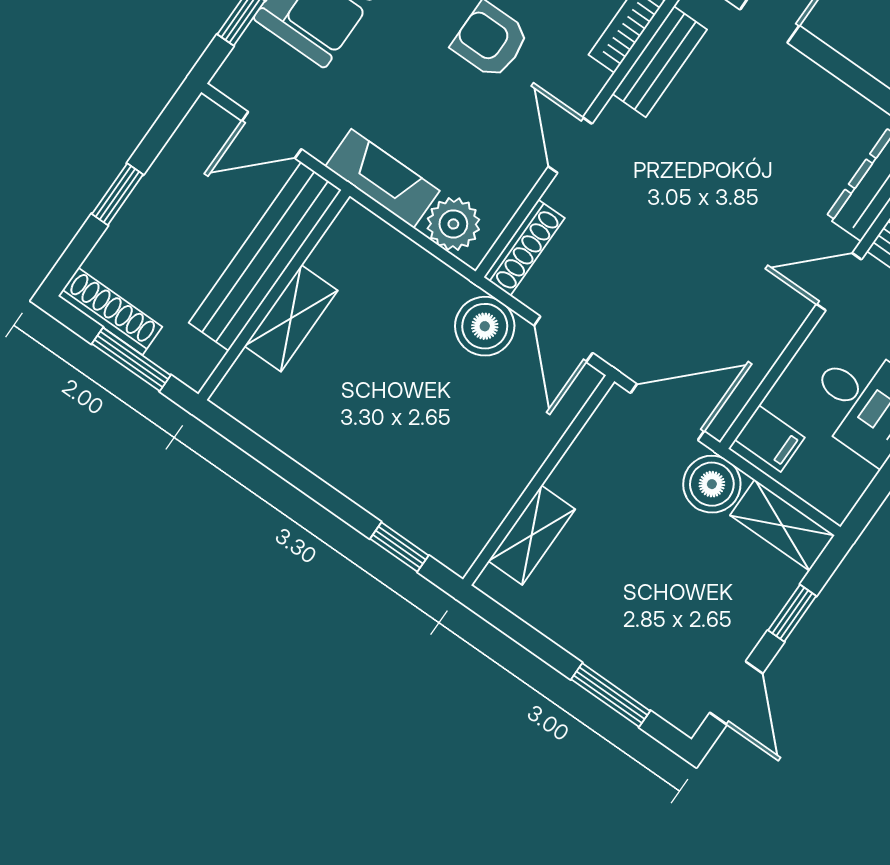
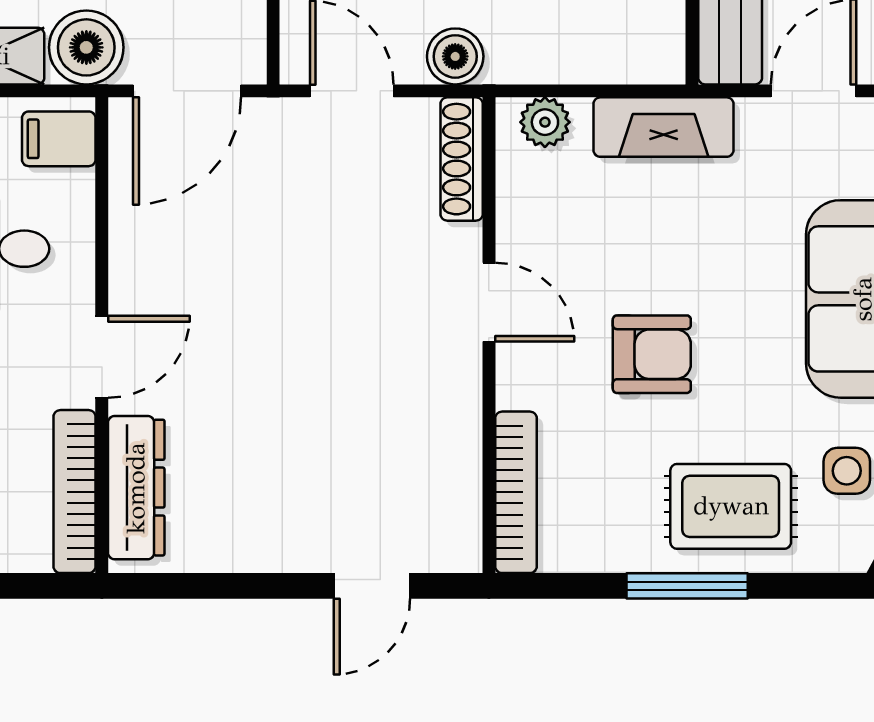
bench: (660, 62) -> (456, 457), removed
plant: (453, 224) -> (545, 122), width x0.73, depth x0.73
boiler: (485, 326) -> (455, 56), width x0.73, depth x0.73

